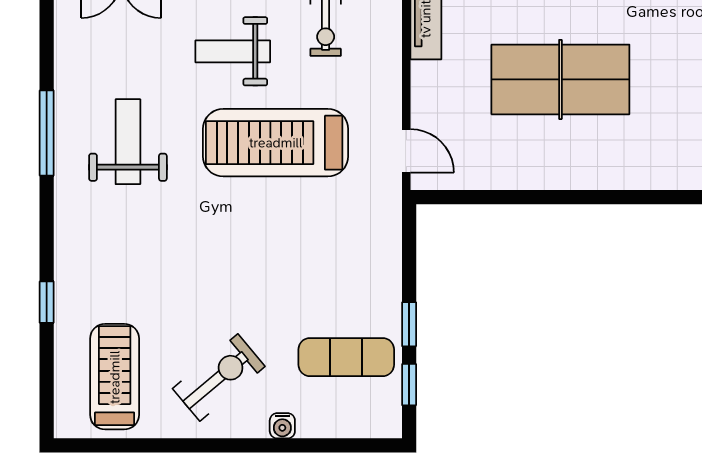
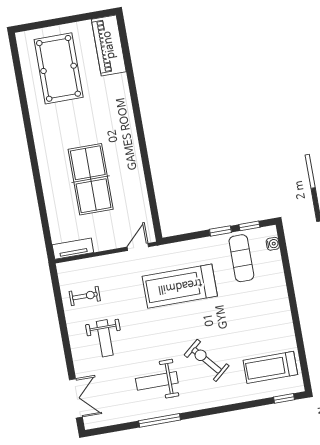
treadmill: (276, 143) -> (180, 286), moved, turned 90
window: (47, 302) -> (284, 398), moved
exercise bike: (219, 378) -> (207, 360), moved
water cooler: (282, 426) -> (273, 244), moved

